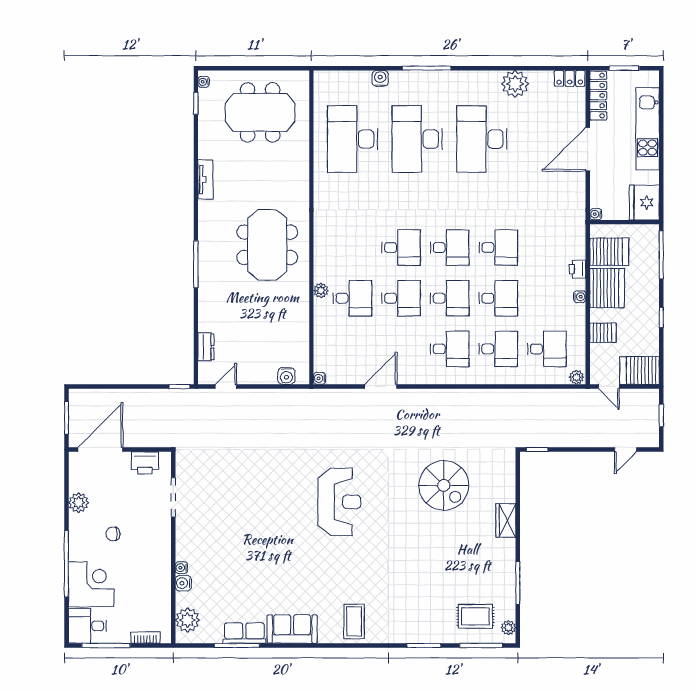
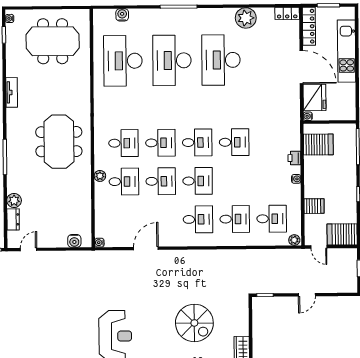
water cooler: (380, 78) -> (122, 15), moved
door: (588, 149) -> (301, 67), swing flipped
fridge: (644, 202) -> (314, 97), moved, turned 180
server rack: (607, 288) -> (317, 172), removed
desk: (498, 298) -> (123, 143), moved
plant: (207, 322) -> (14, 200), added
door: (626, 450) -> (307, 295), moved

